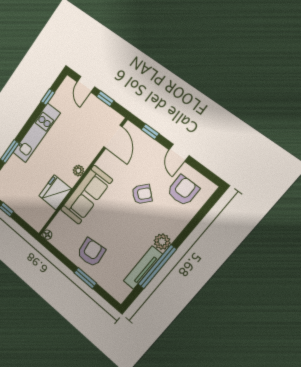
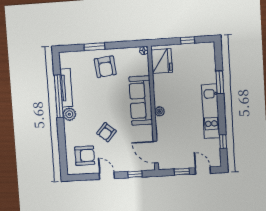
armchair: (183, 190) -> (85, 156), turned -90
fridge: (55, 192) -> (162, 61), moved

